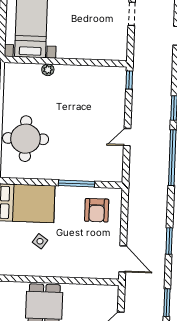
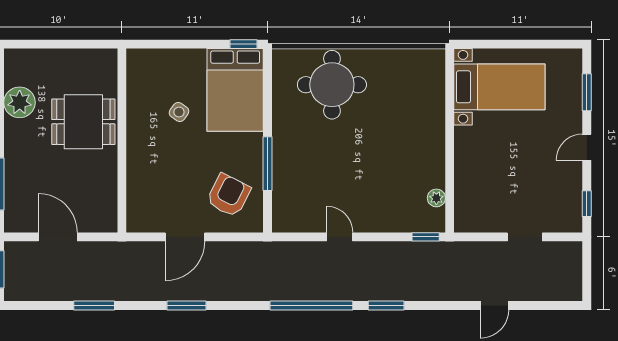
plant: (48, 70) -> (436, 198), moved
armchair: (97, 210) -> (229, 195), turned 117
door: (123, 259) -> (185, 237), moved

